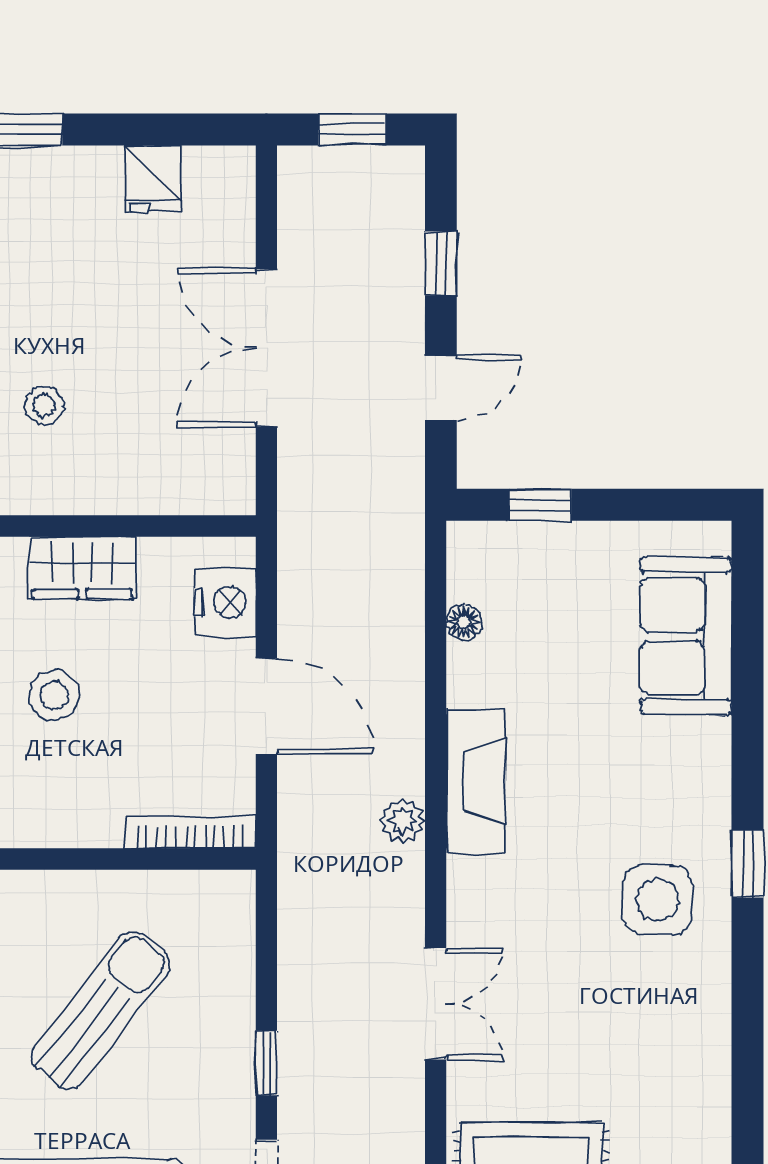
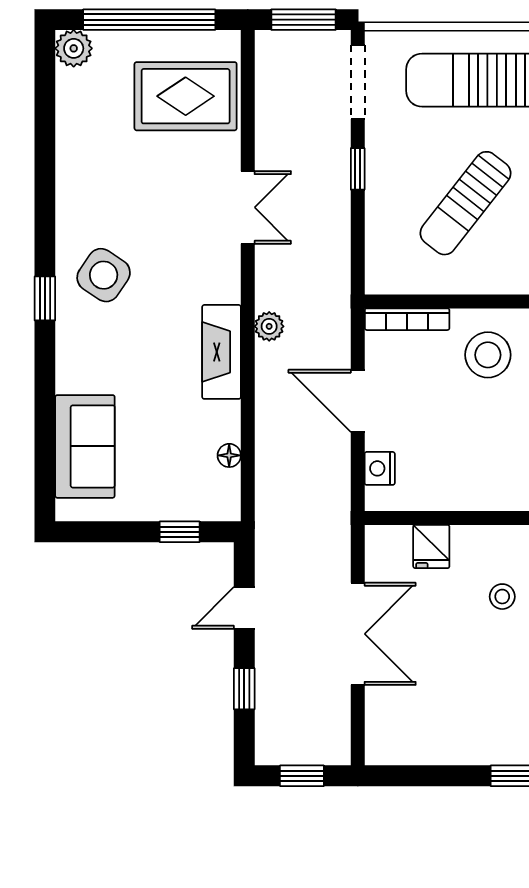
fridge: (153, 179) -> (431, 547), moved, turned 180
wardrobe: (82, 568) -> (477, 491), removed
nightstand: (225, 602) -> (380, 468), width x0.74, depth x0.75
stool: (54, 695) -> (488, 355), moved, width x1.38, depth x1.38
side table: (657, 900) -> (104, 275), turned 34
double door: (436, 1004) -> (248, 207), swing flipped

